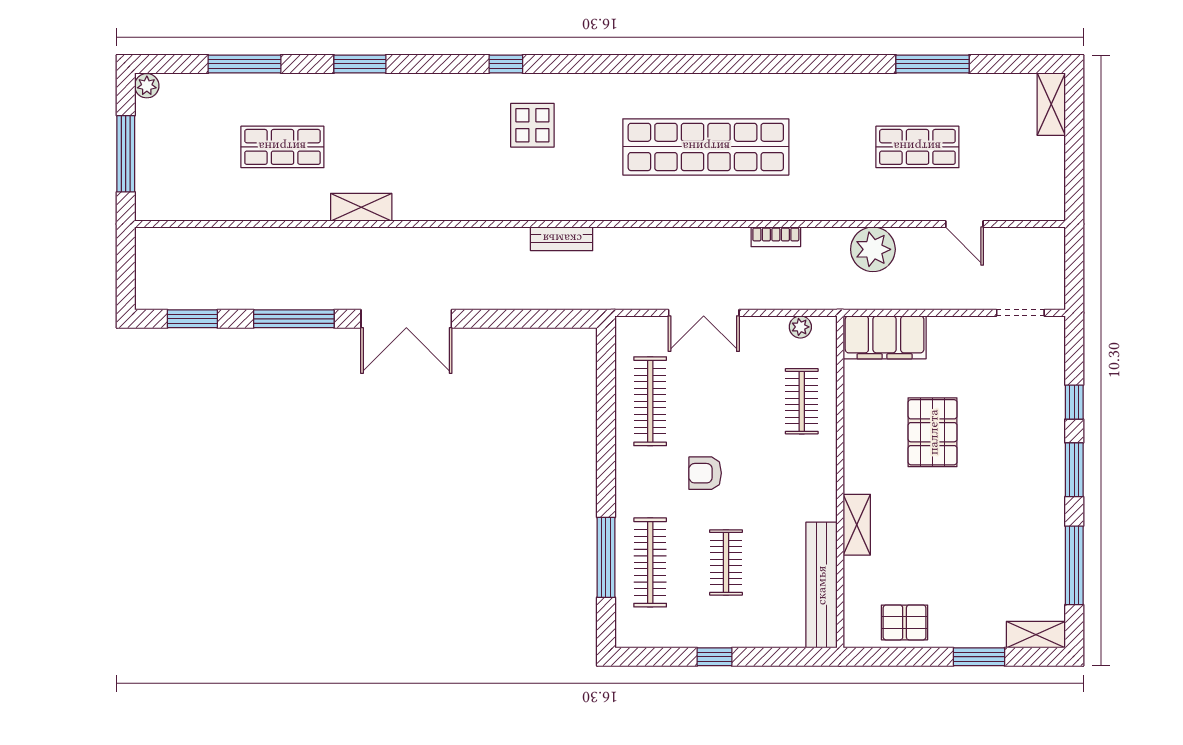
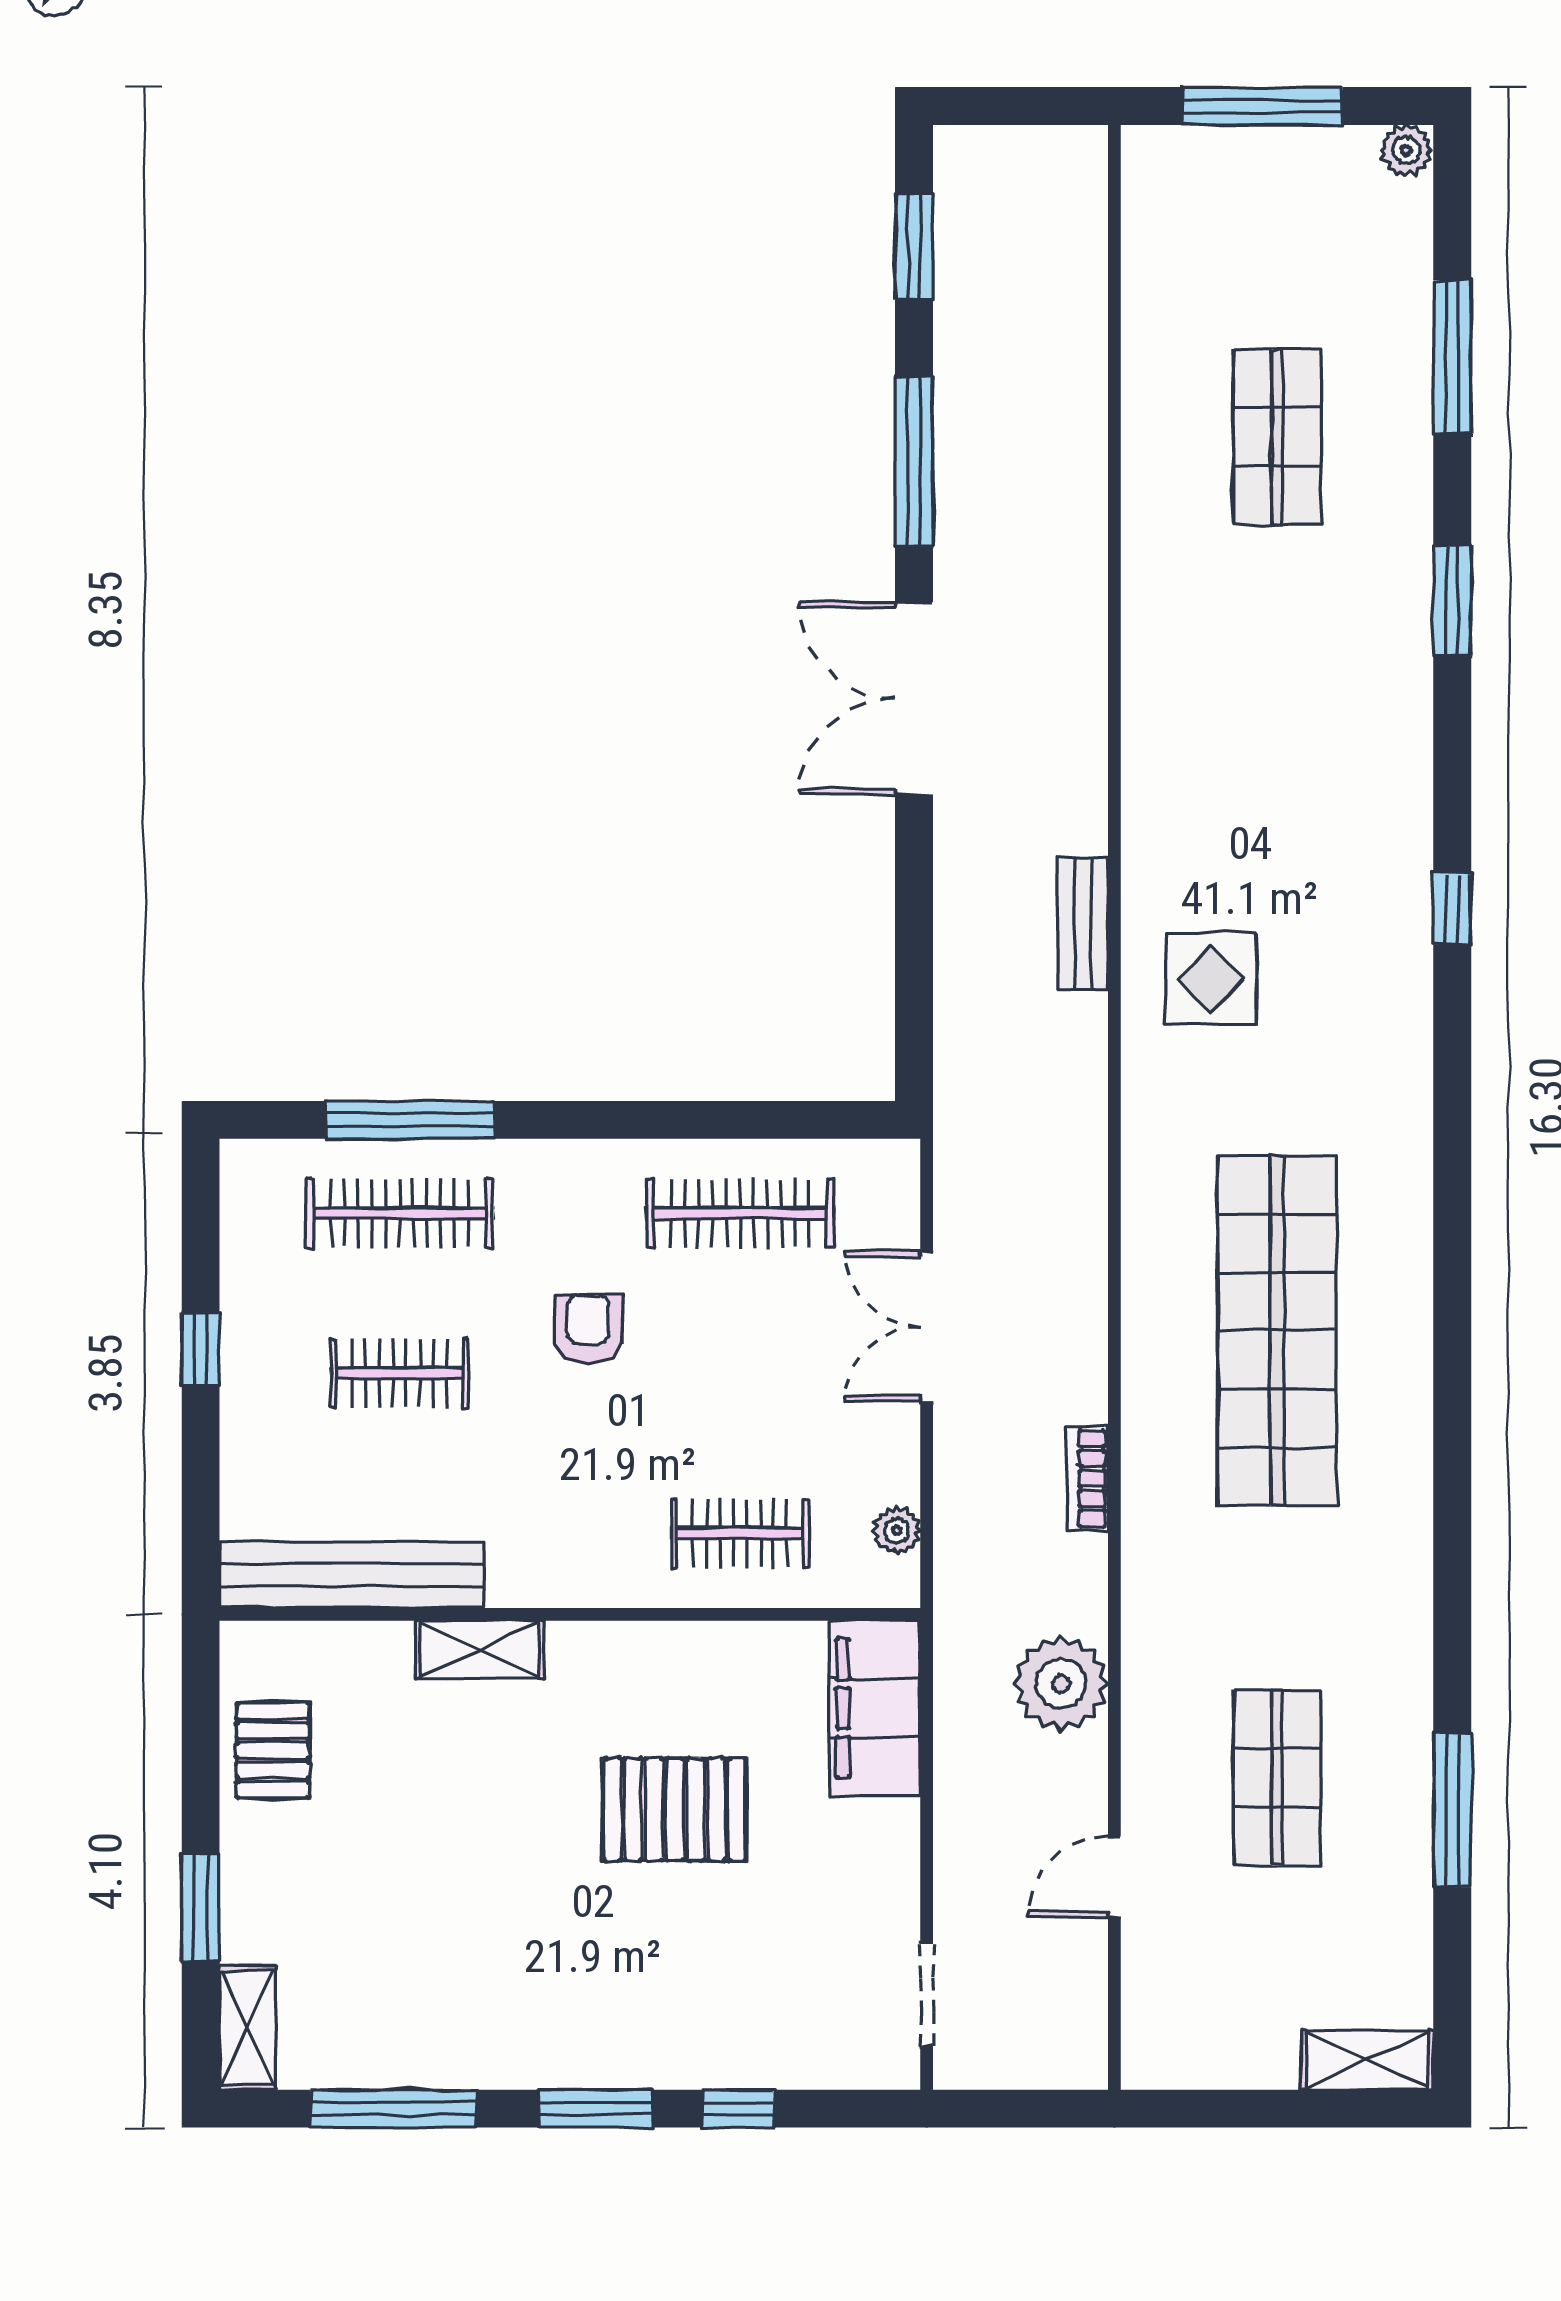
display table: (532, 125) -> (1211, 979), moved
shelving: (361, 207) -> (1150, 603), removed
bench: (562, 239) -> (1083, 924), moved

